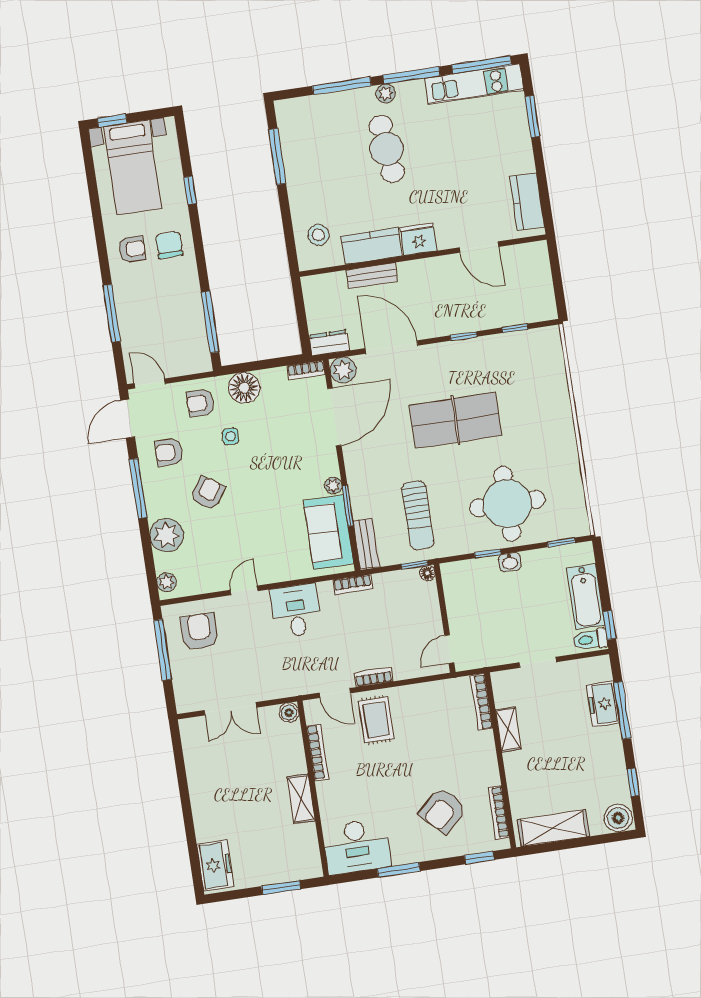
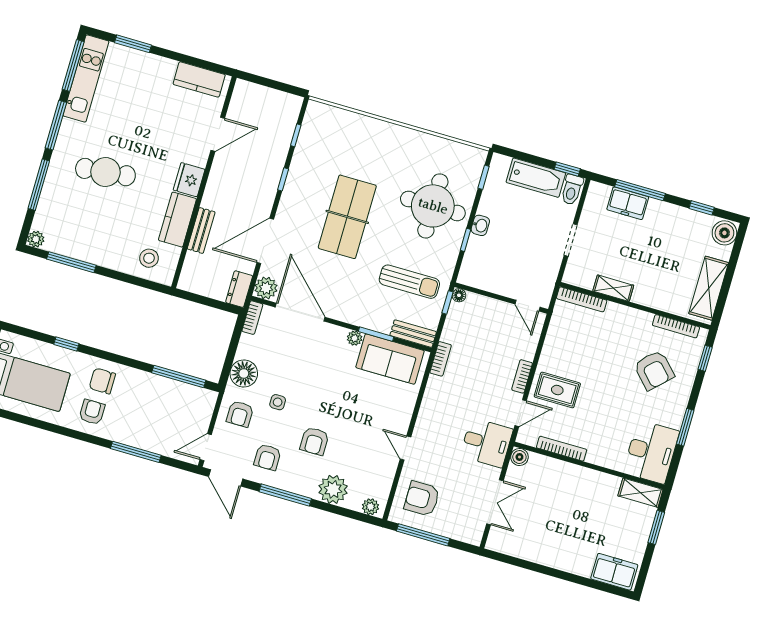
plant: (386, 93) -> (36, 239), moved
armchair: (208, 493) -> (314, 441), turned -124
desk: (296, 611) -> (487, 443), moved, turned 180
shelving: (301, 799) -> (640, 493), moved

